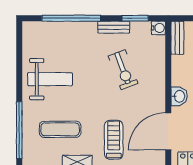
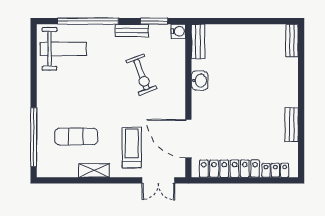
weight bench: (50, 79) -> (63, 49), moved
washbasin: (179, 96) -> (200, 81), moved
door: (168, 131) -> (188, 139), hinge flipped

